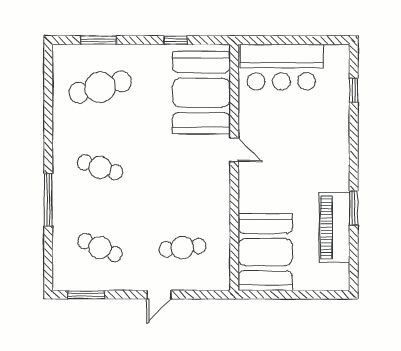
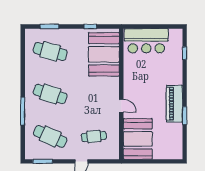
cafe table: (100, 87) -> (50, 51), turned 30
door: (234, 150) -> (121, 106), moved
cafe table: (100, 167) -> (50, 94), width x1.37, depth x1.35
piano: (335, 227) -> (174, 104), moved
cafe table: (100, 248) -> (50, 136), width x1.37, depth x1.35

